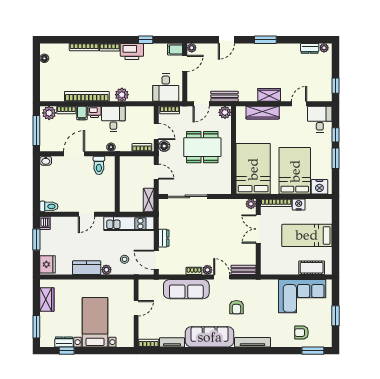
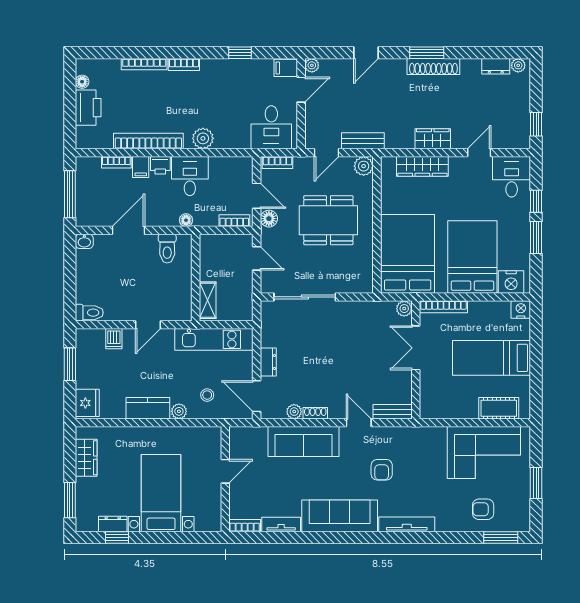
shoe rack: (270, 49) -> (433, 66), added
printer: (132, 51) -> (88, 108), moved, turned -90
plant: (49, 113) -> (90, 167), removed
shelving: (149, 200) -> (208, 300), moved
nightstand: (299, 204) -> (521, 310), moved
dishwasher: (45, 223) -> (114, 339), moved
plant: (207, 270) -> (294, 412), moved

